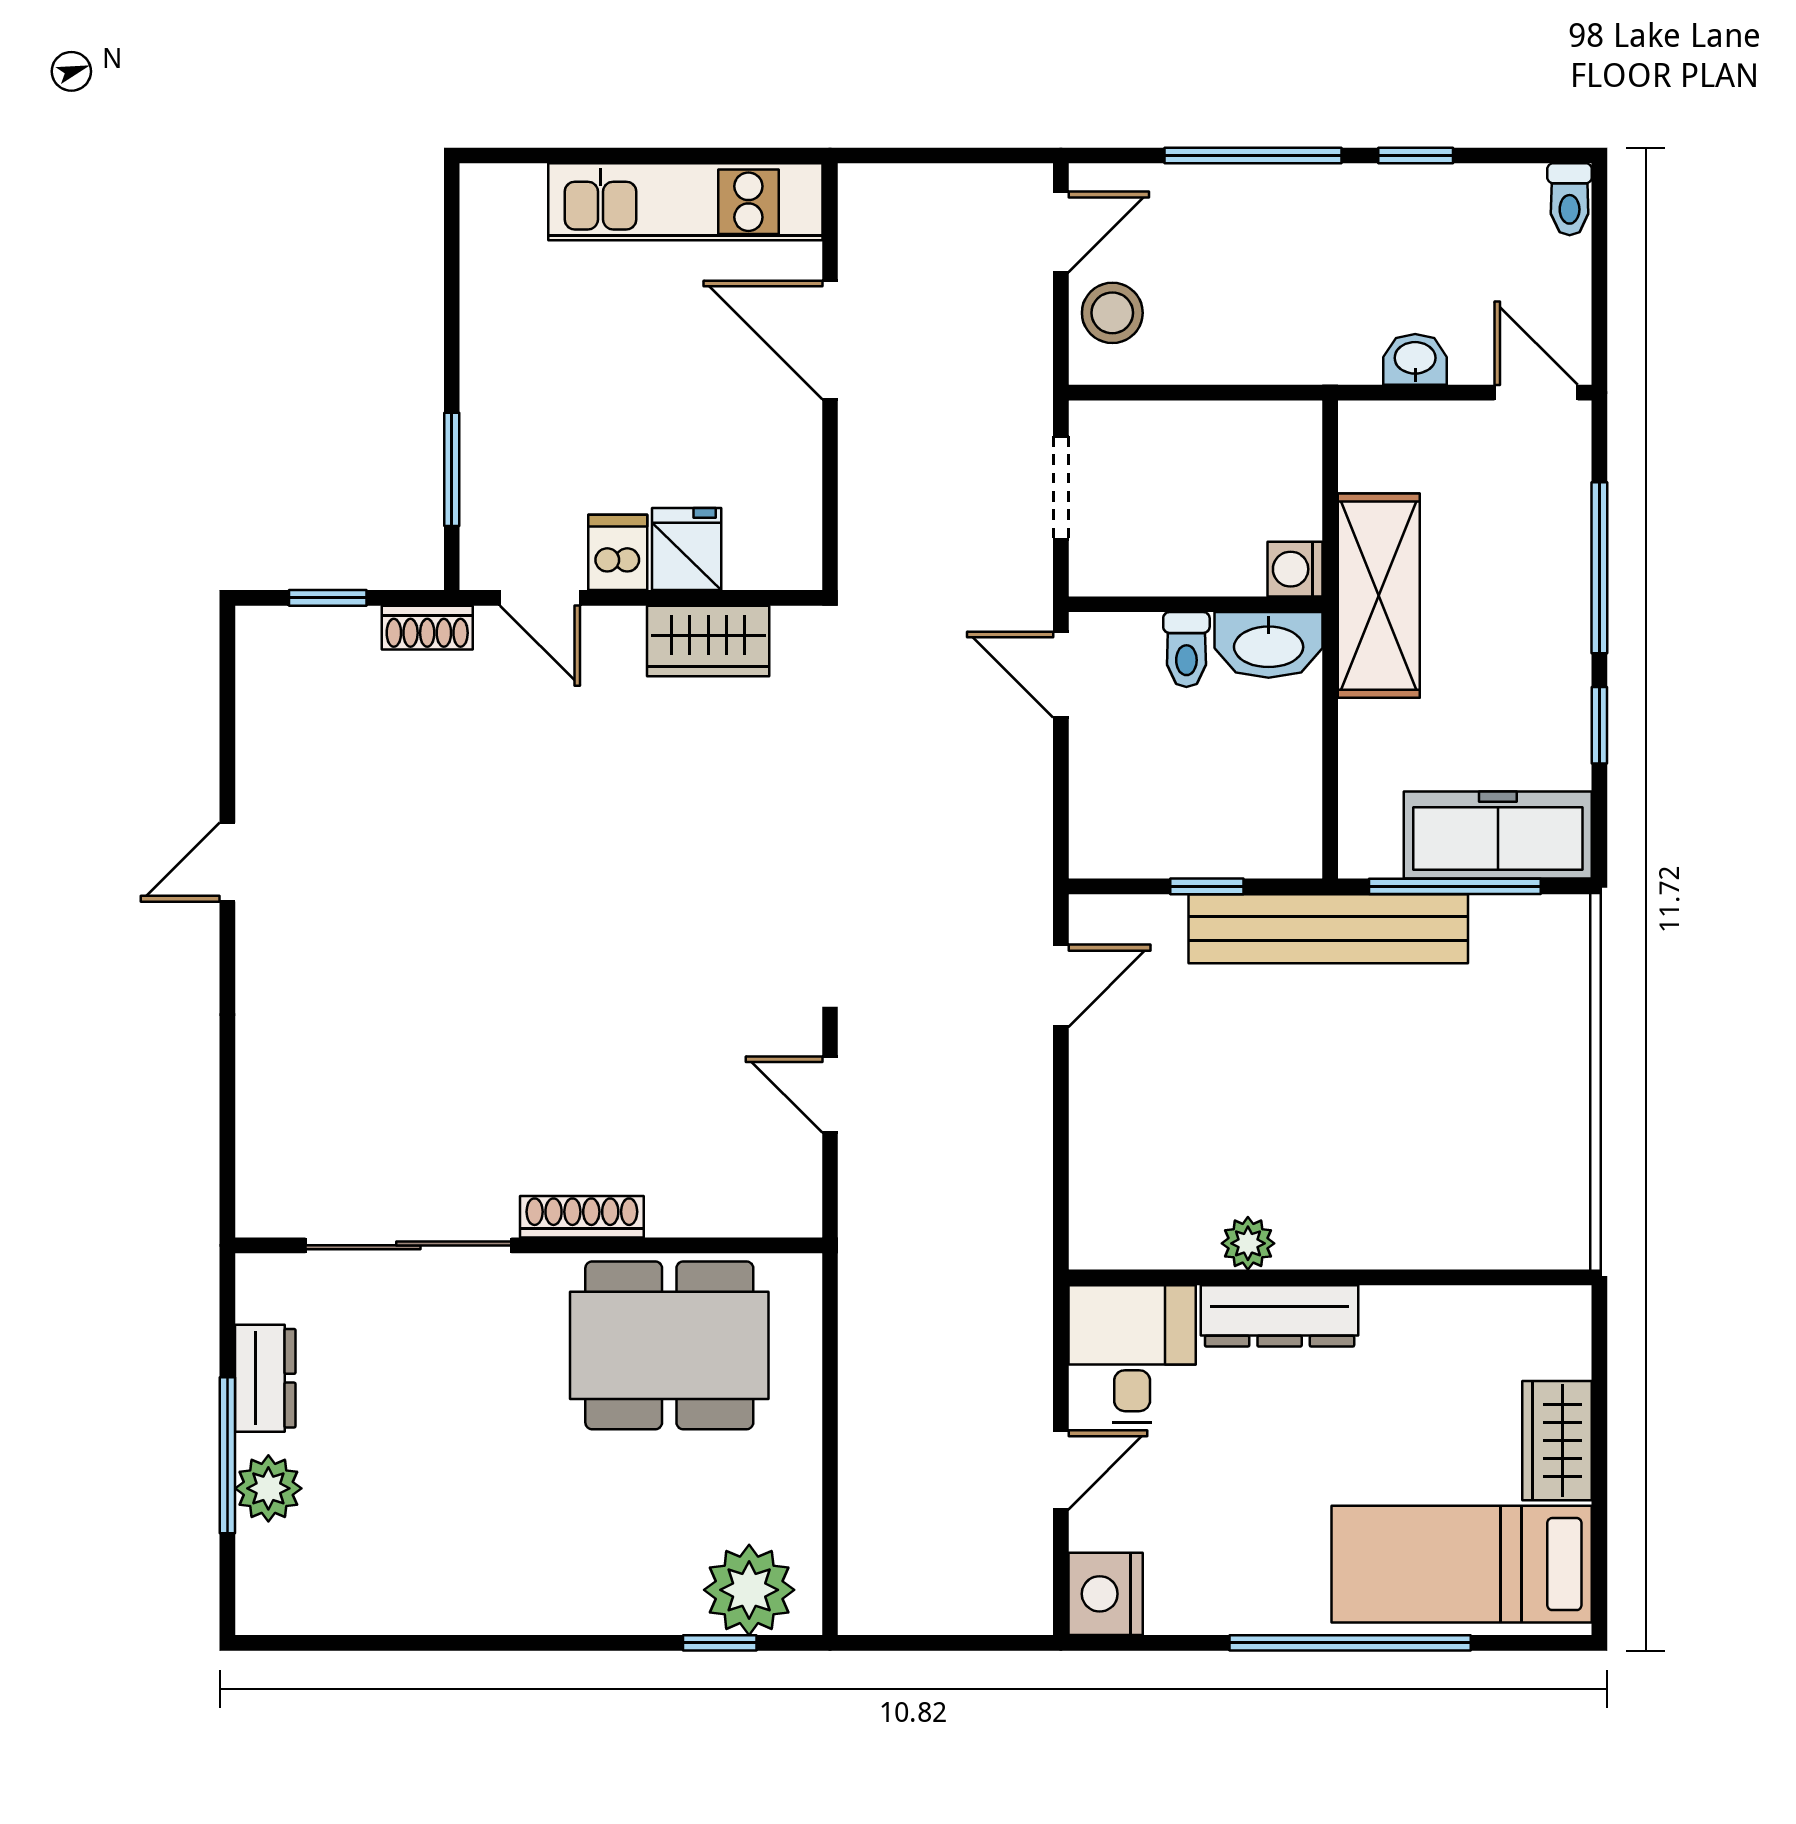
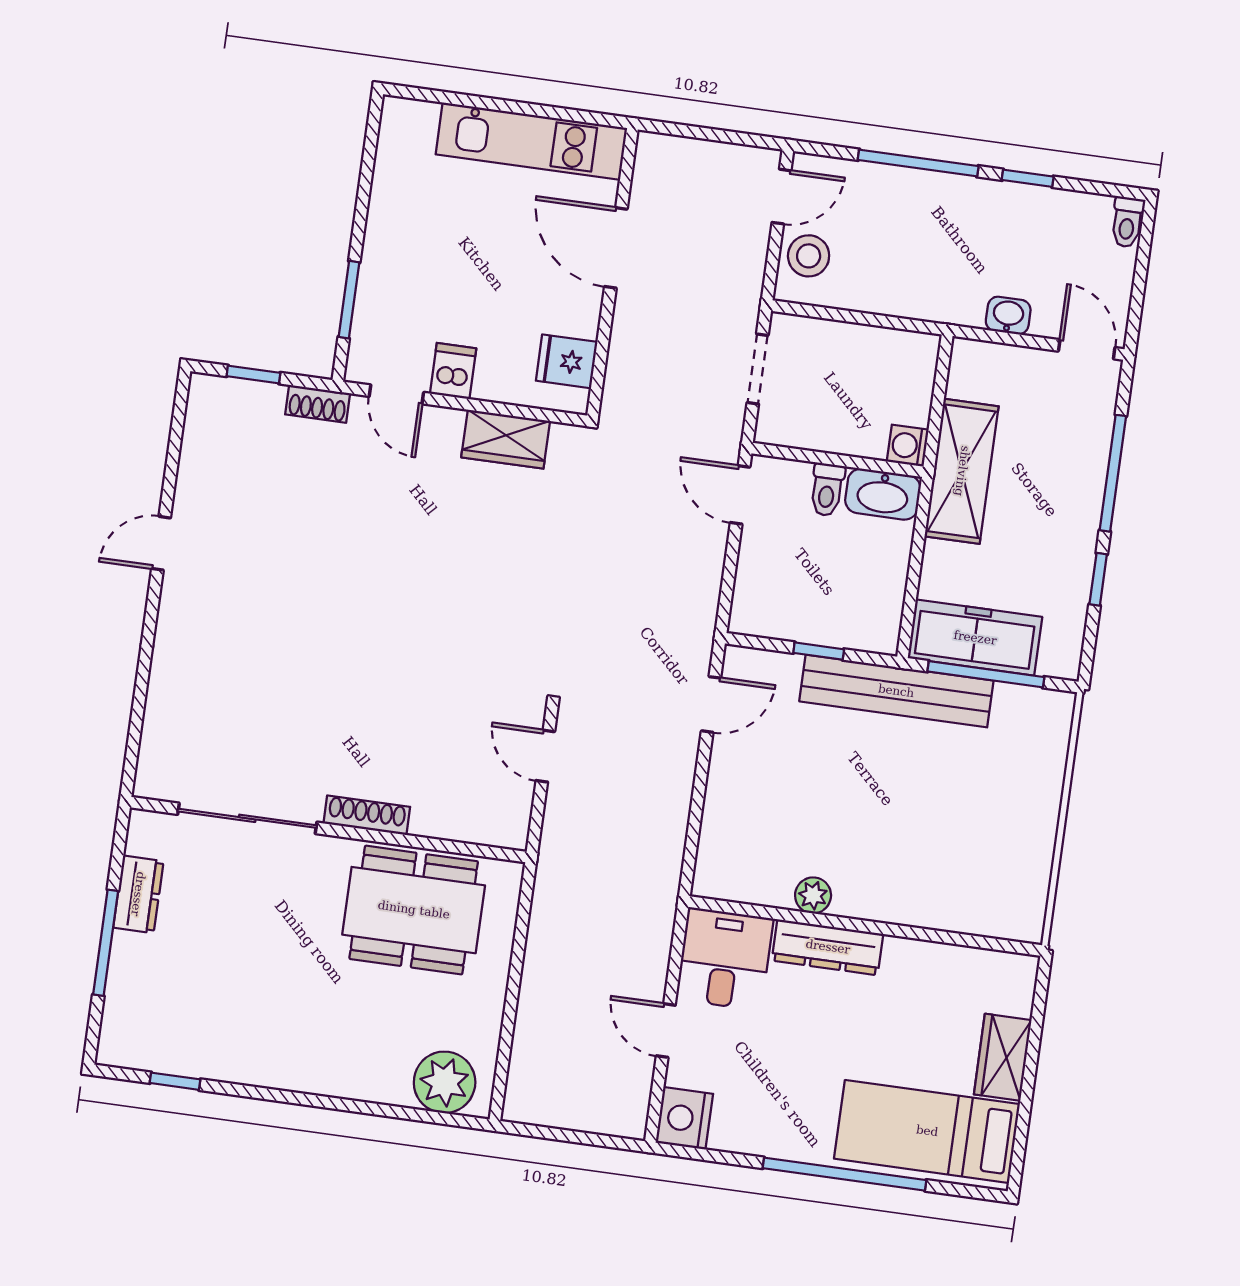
fridge: (687, 549) -> (567, 361), moved, turned -90
freezer: (1498, 835) -> (975, 638), moved
door: (1061, 1470) -> (666, 1030), swing flipped
plant: (268, 1488) -> (130, 969), removed
window: (720, 1643) -> (175, 1081), moved

